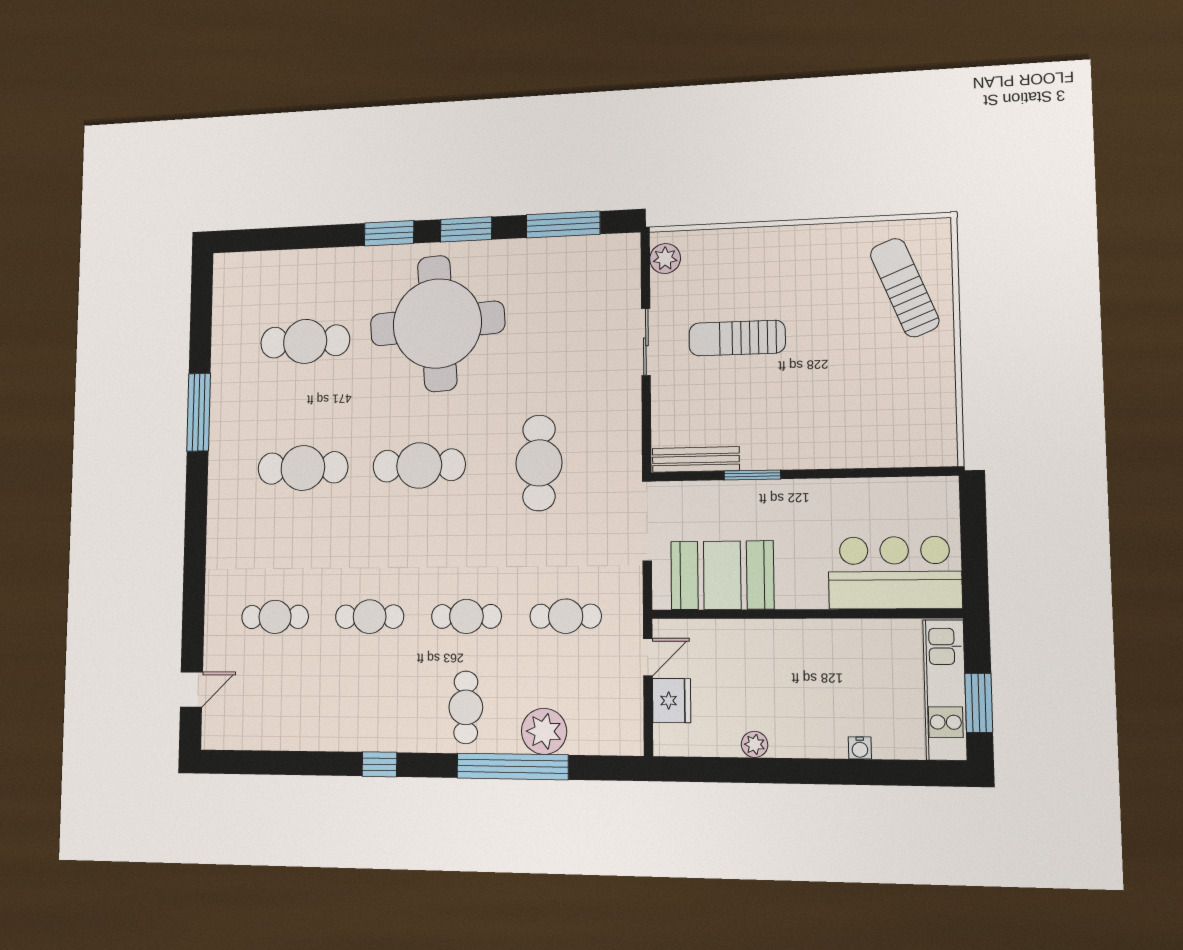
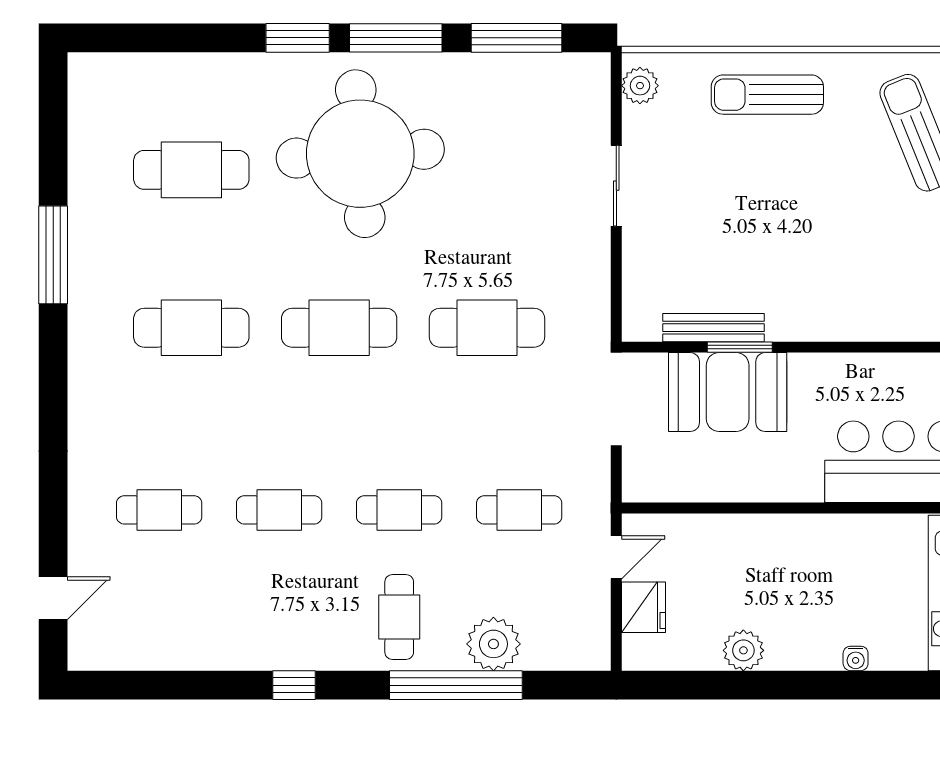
window: (466, 229) -> (396, 38), width x1.44
sun lounger: (737, 338) -> (767, 95), moved
bench: (696, 459) -> (714, 328), moved
cafe table: (539, 463) -> (487, 328), turned 90
booth: (722, 575) -> (728, 392), moved
plant: (755, 744) -> (743, 650), width x1.38, depth x1.38

